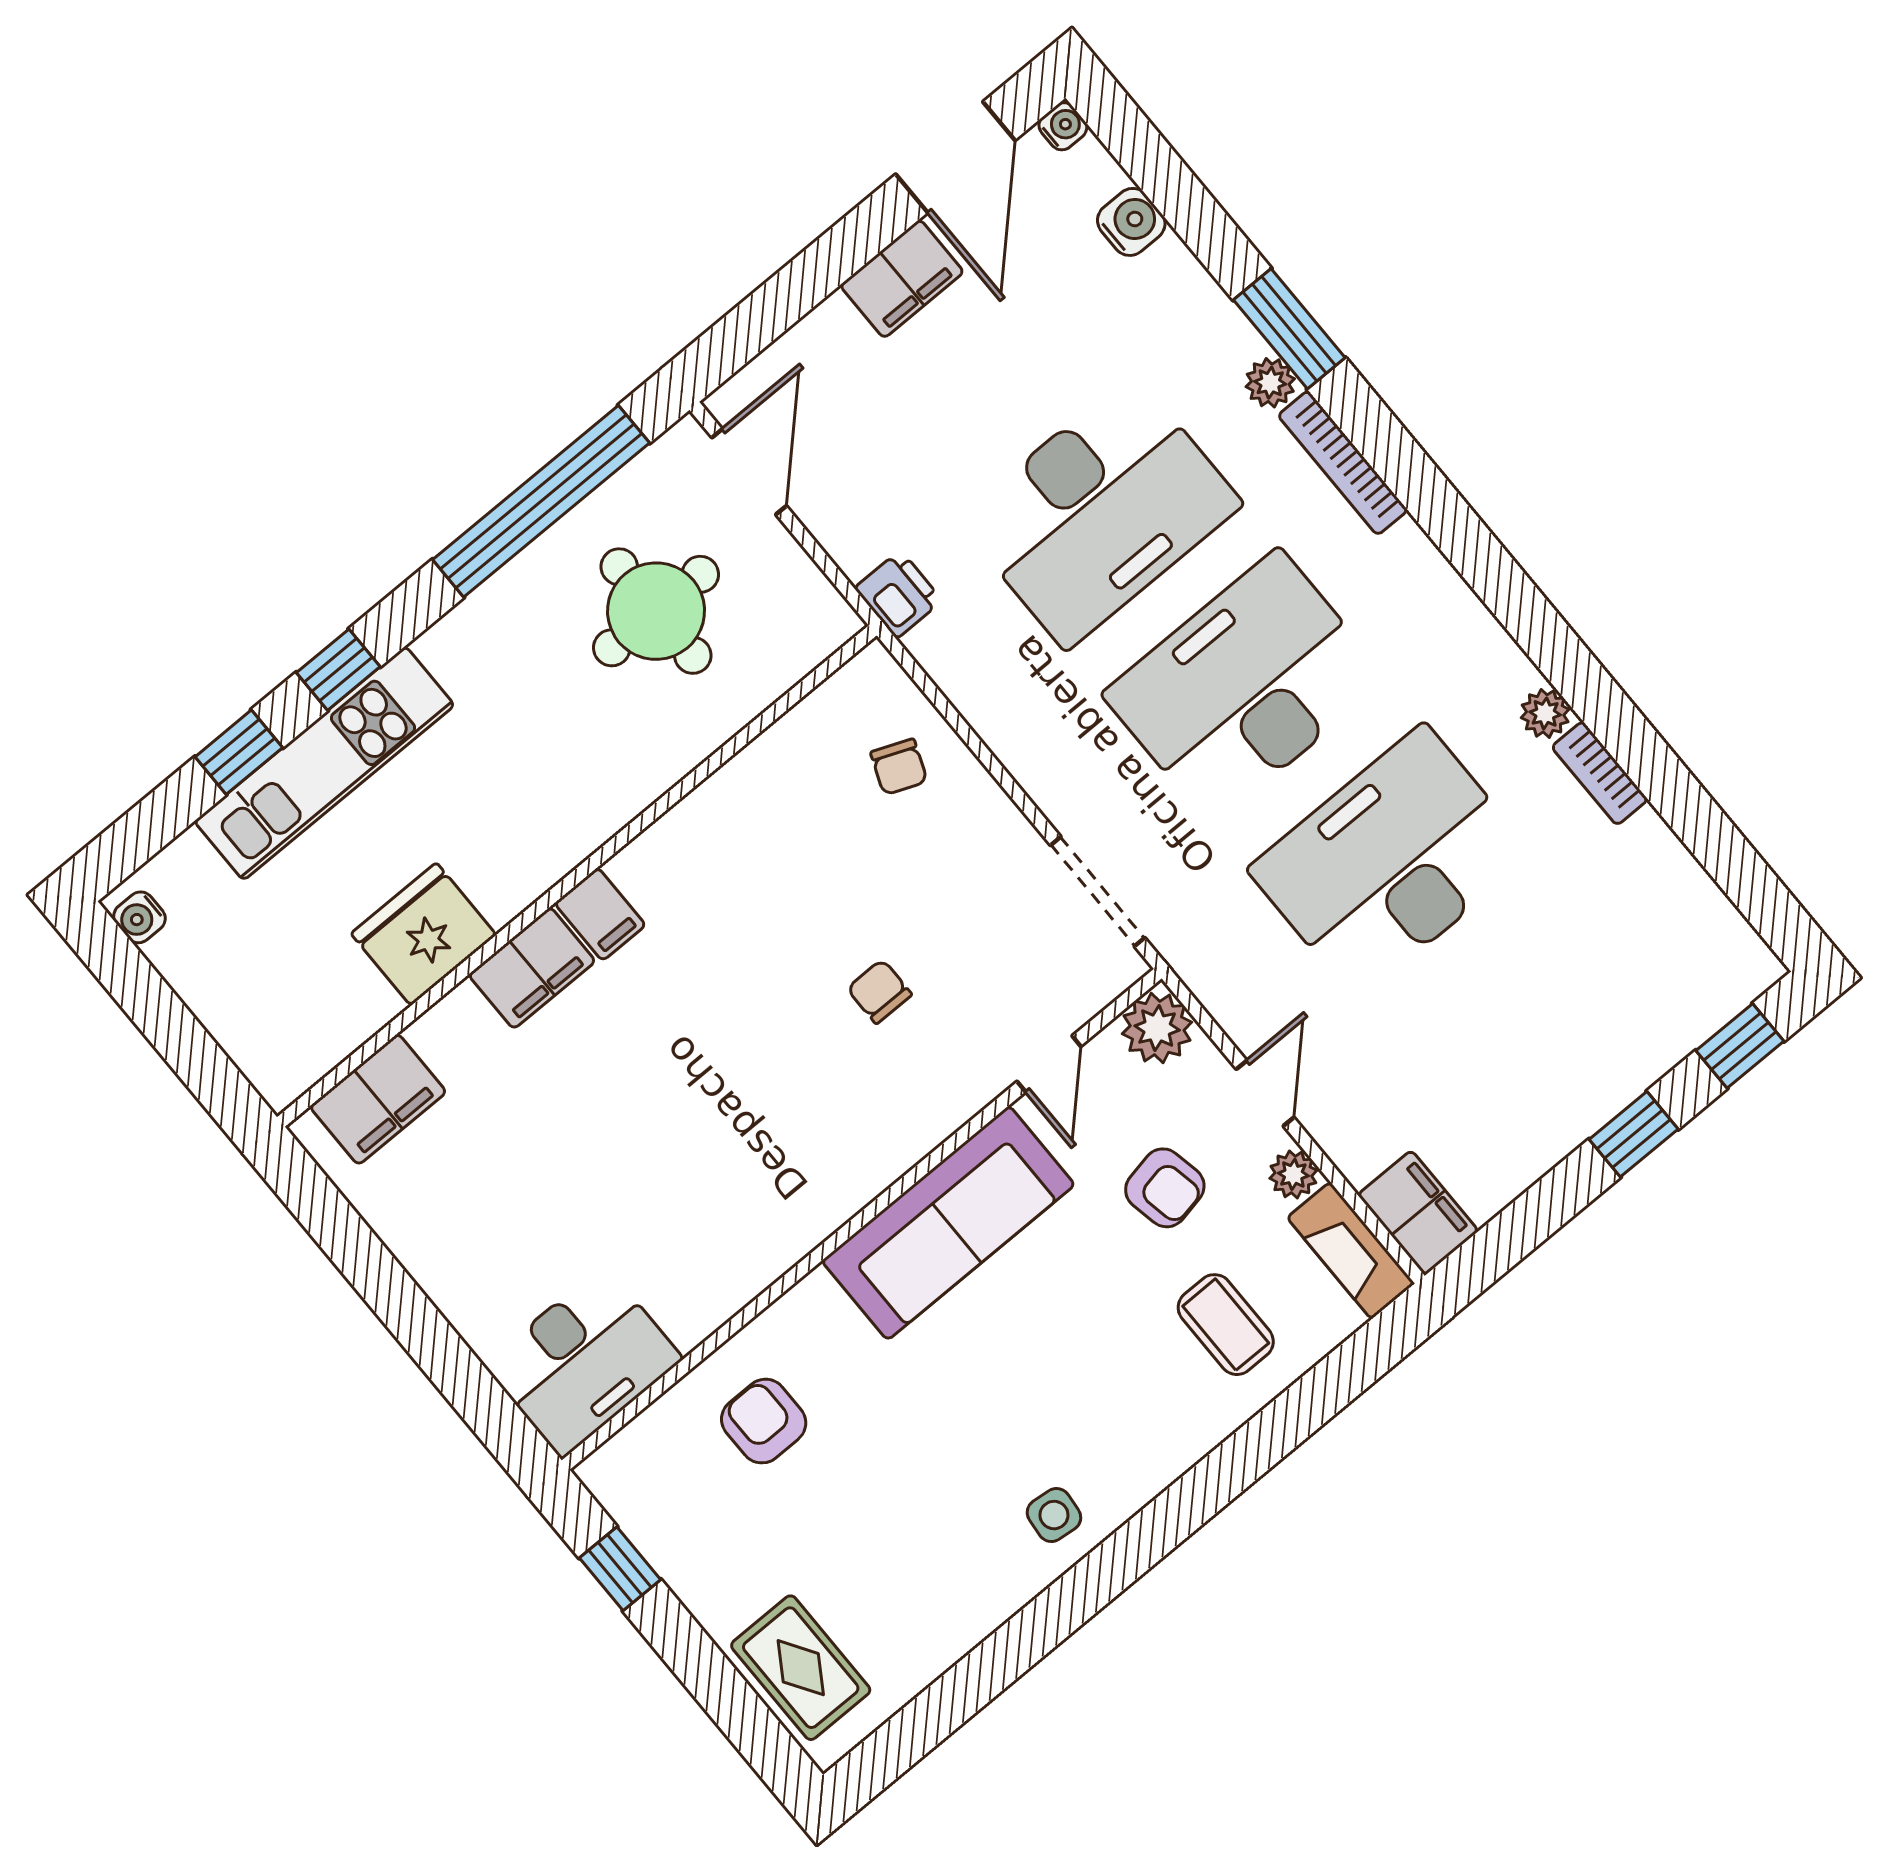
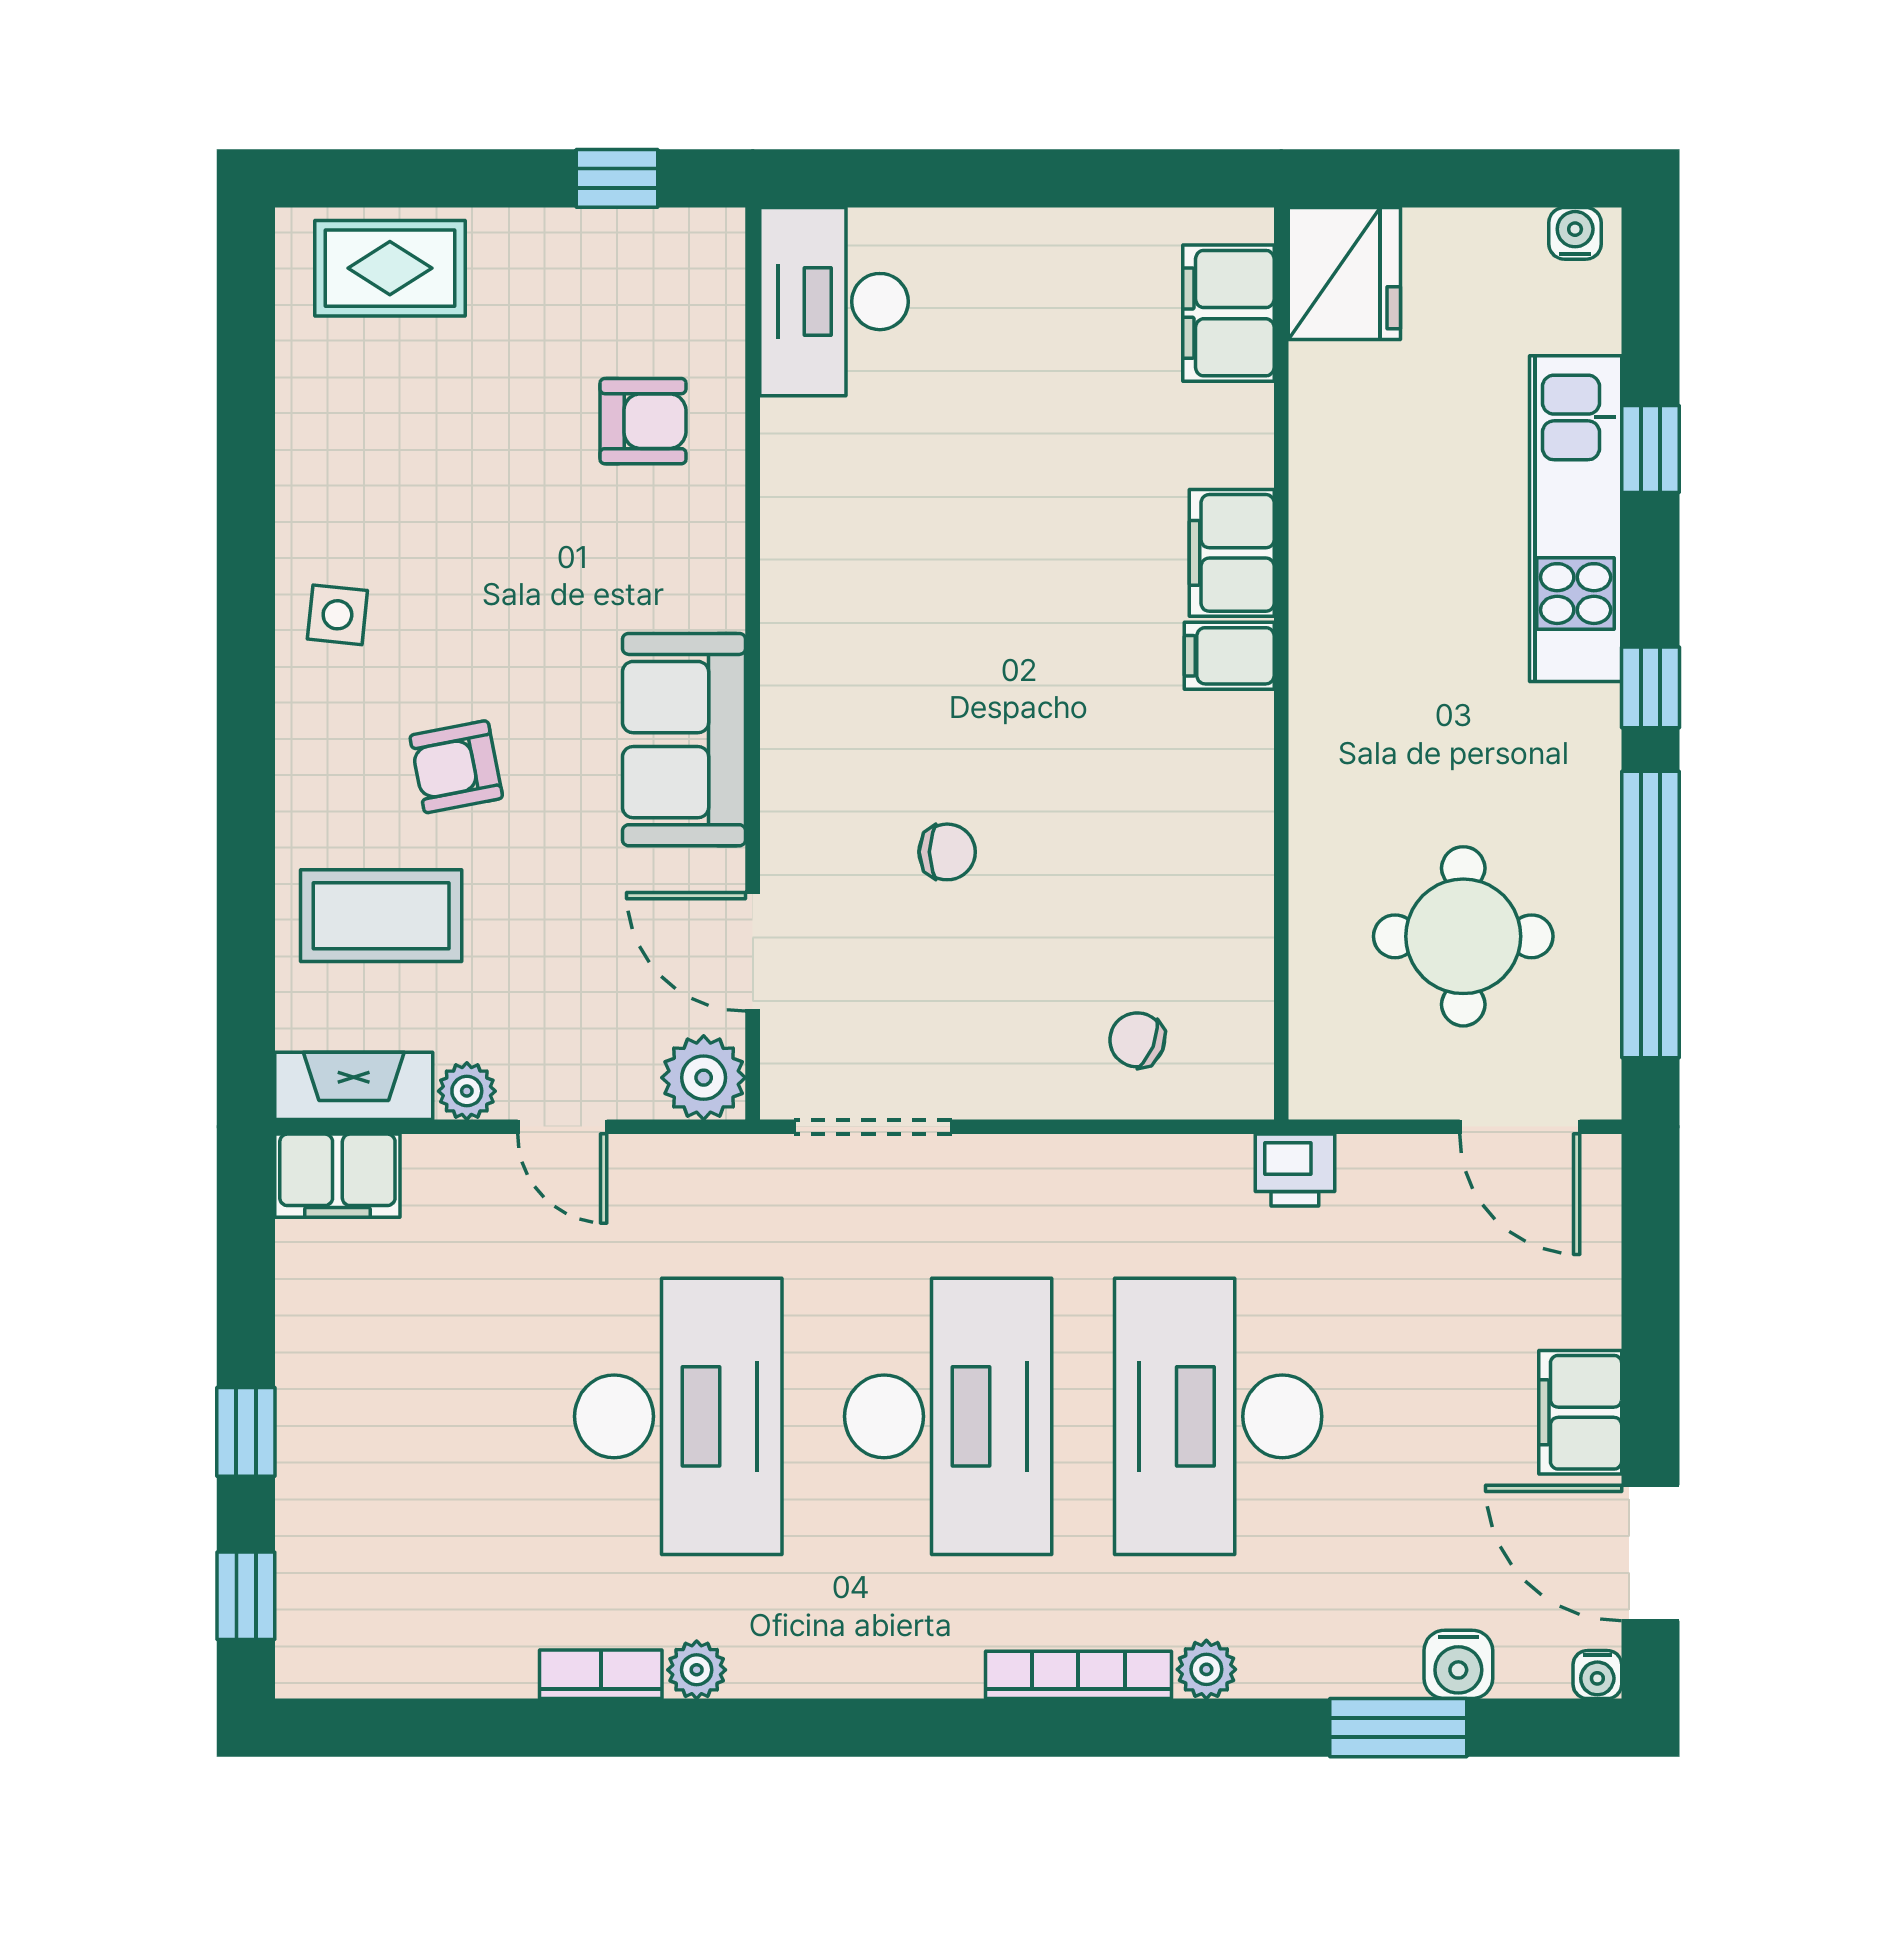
window: (1289, 329) -> (1398, 1728), moved
window: (338, 670) -> (1650, 687), moved
fridge: (424, 934) -> (1344, 273), moved
door: (1049, 1064) -> (753, 952), width x1.37
armchair: (1165, 1188) -> (456, 767), moved
sofa: (948, 1223) -> (684, 740), width x0.73
coffee table: (1226, 1325) -> (381, 916), width x1.36, depth x1.30

